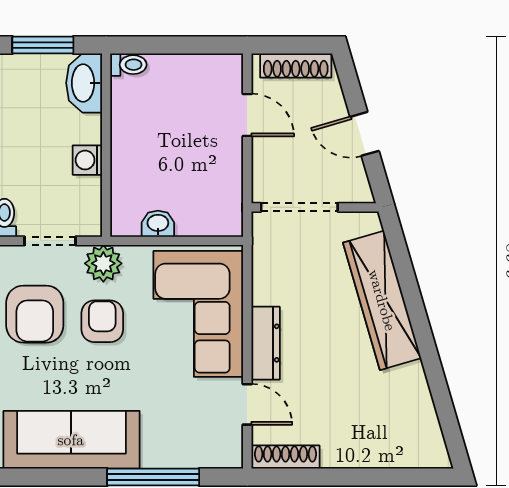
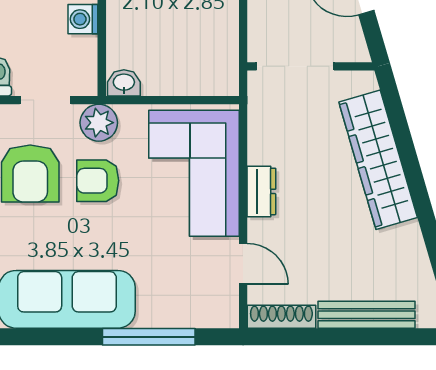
washbasin: (158, 224) -> (124, 83), moved
armchair: (102, 321) -> (98, 181), turned -90
dresser: (266, 343) -> (261, 191), width x0.70
bench: (371, 455) -> (367, 315), added

